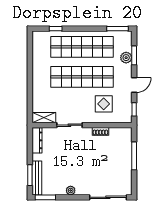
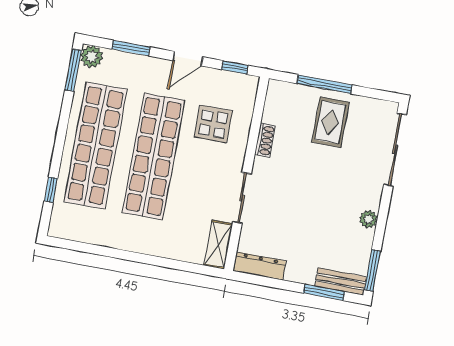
plant: (126, 58) -> (92, 57), moved
door: (134, 85) -> (188, 59), swing flipped
rug: (116, 162) -> (330, 122), added
bench: (37, 178) -> (341, 282), width x0.73

